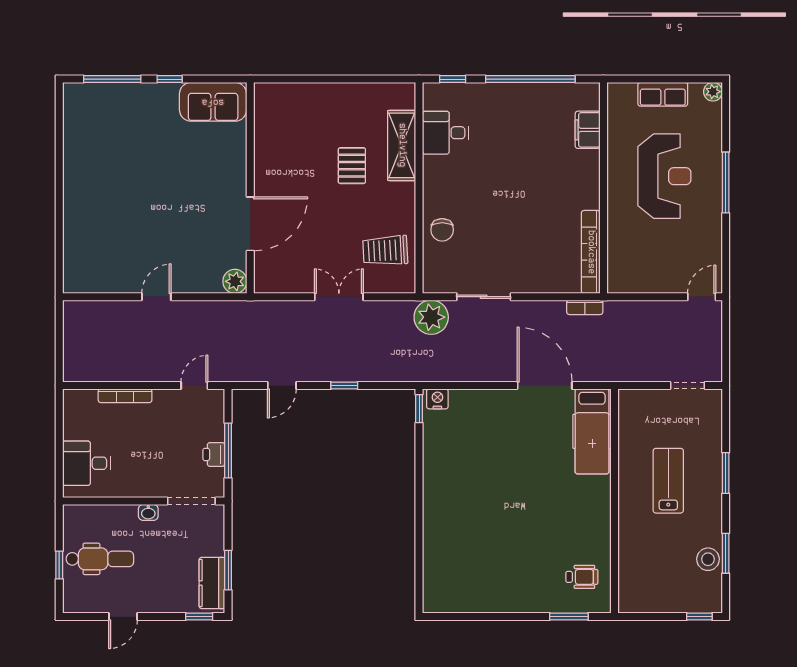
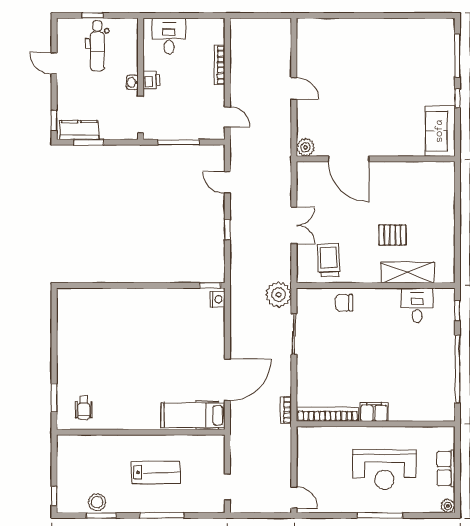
filing cabinet: (588, 130) -> (374, 412), moved
printer: (214, 454) -> (151, 80), moved, turned 90
window: (726, 473) -> (162, 515), width x1.44

